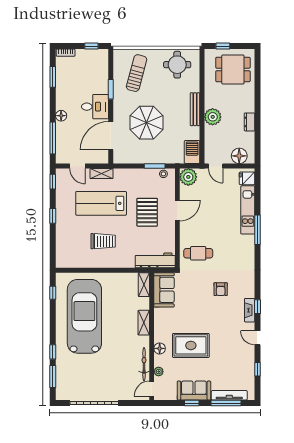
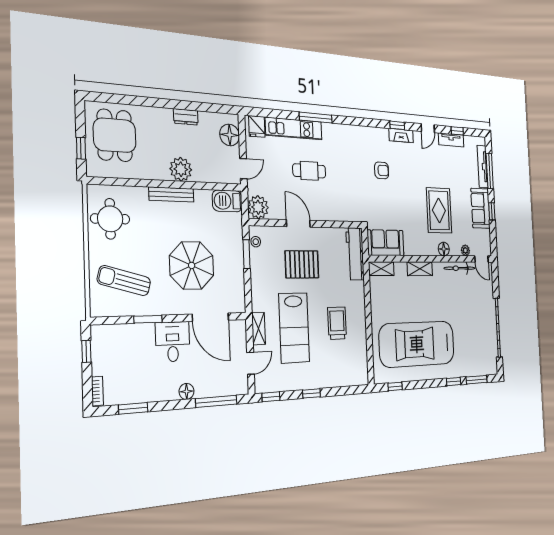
cafe table: (198, 253) -> (309, 171), moved, turned 90
tv unit: (250, 362) -> (451, 140), added

